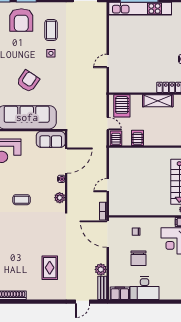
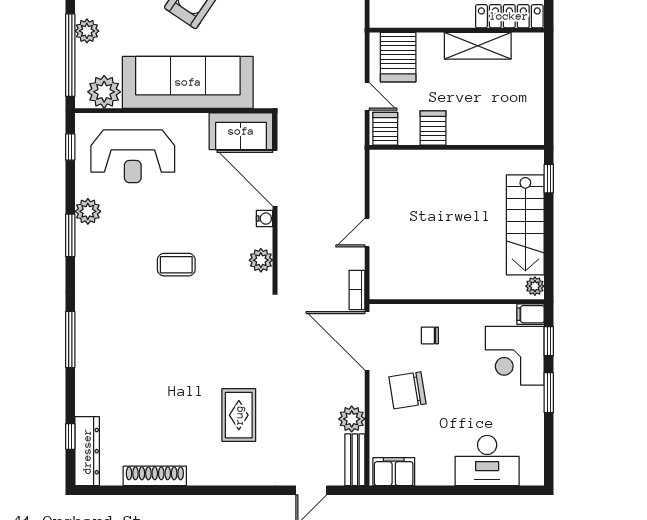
door: (66, 161) -> (275, 178), swing flipped
chair: (138, 258) -> (407, 390), moved, turned 81
desk: (145, 288) -> (487, 461), moved

